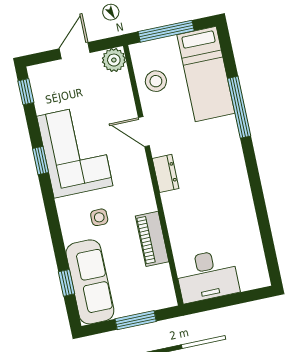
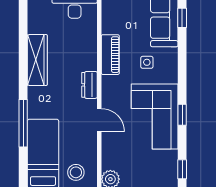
stool: (156, 81) -> (76, 172), moved
wardrobe: (238, 191) -> (37, 60), added
piano: (152, 239) -> (110, 55), moved

